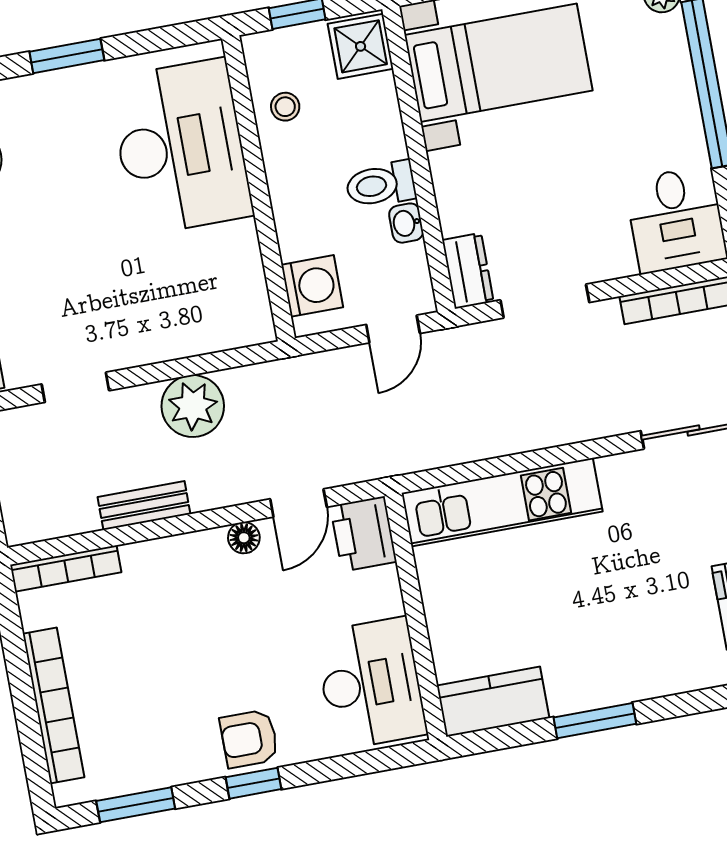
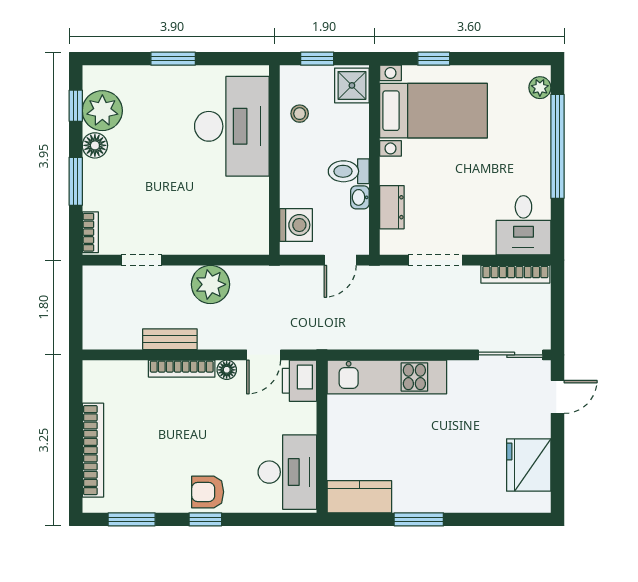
dresser: (468, 271) -> (392, 207), moved
bookcase: (66, 568) -> (182, 369), moved

